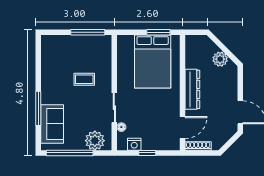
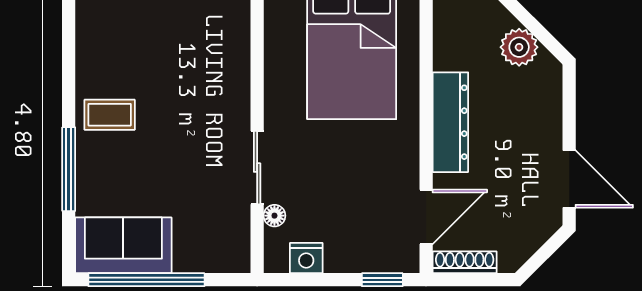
coffee table: (84, 79) -> (110, 115), moved
sofa: (52, 124) -> (123, 245), moved, turned -90
plant: (95, 141) -> (209, 249), removed
window: (147, 153) -> (382, 280), moved

